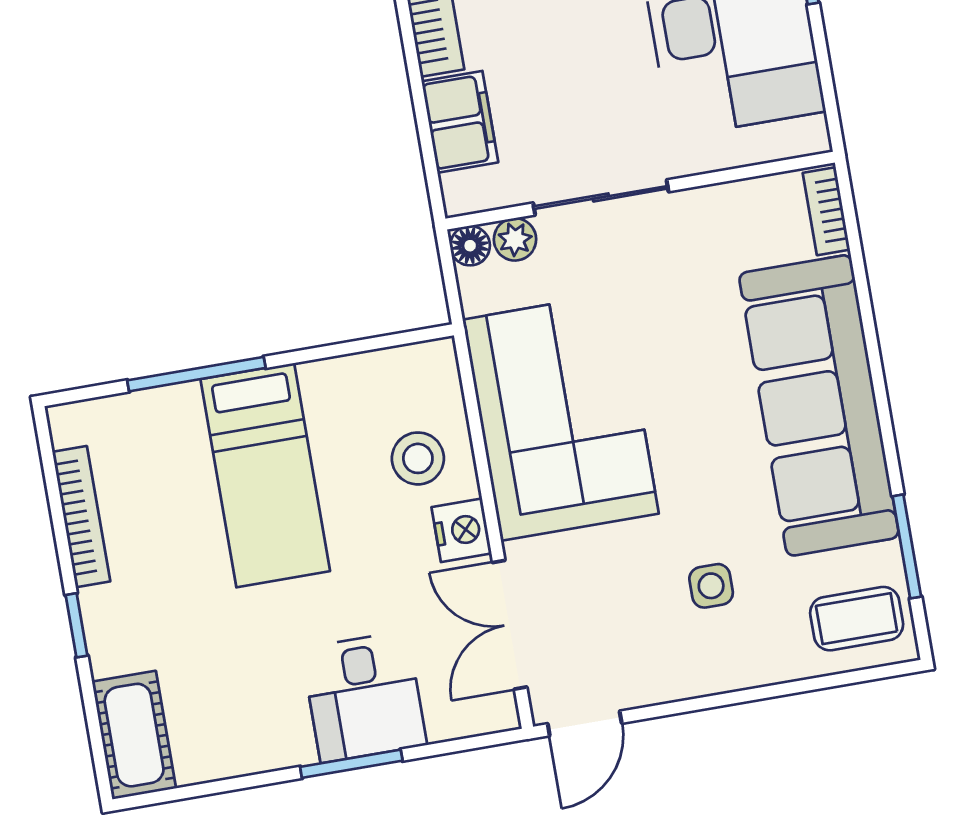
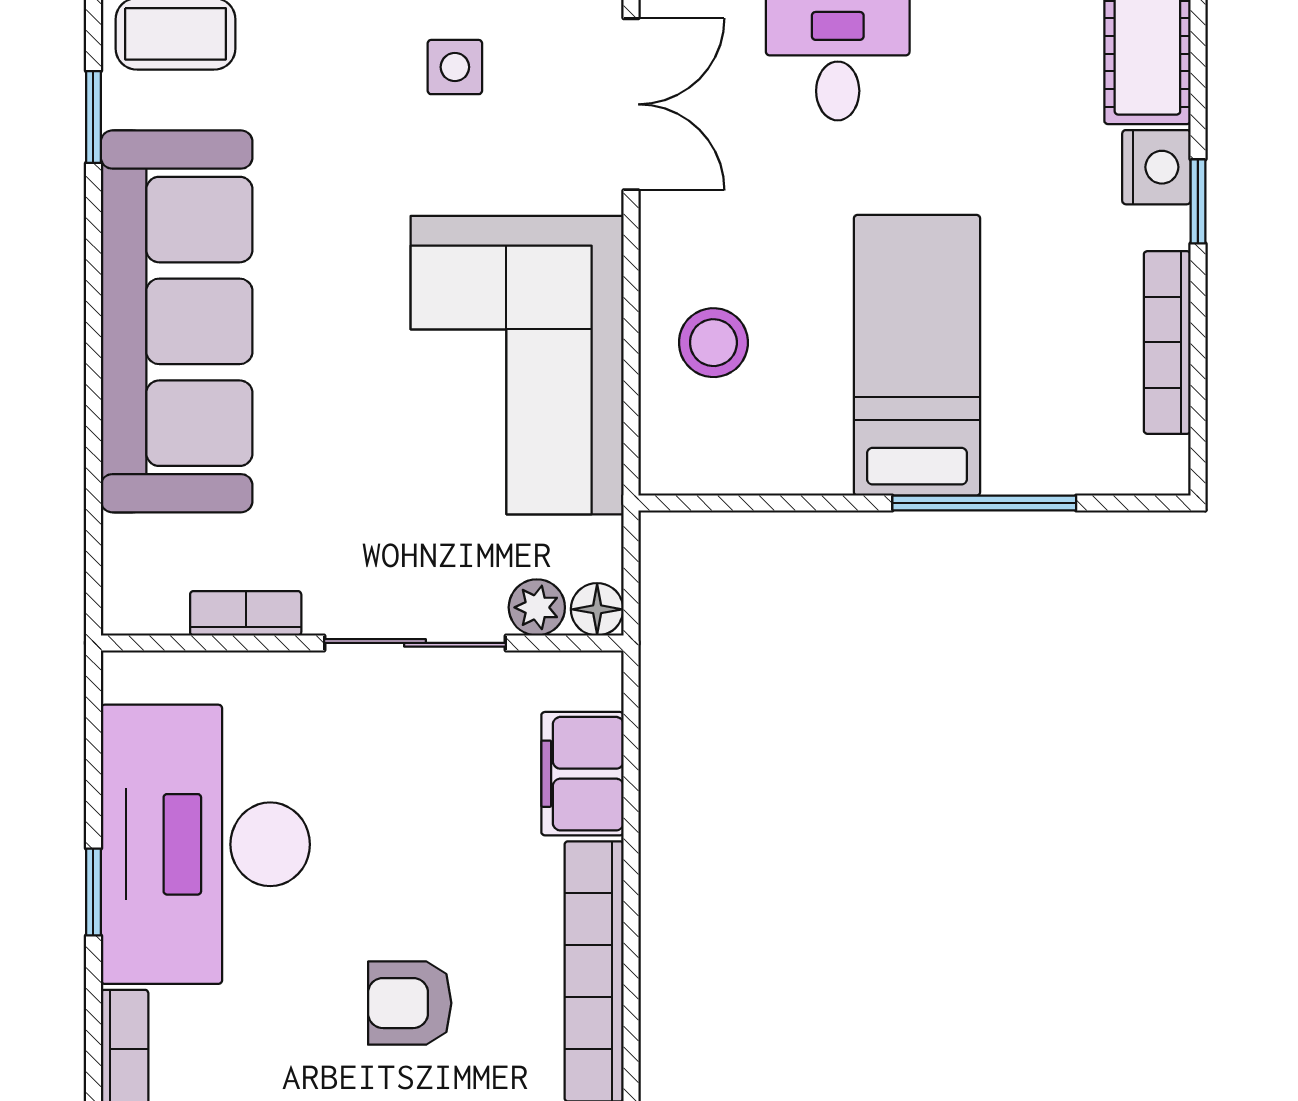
bookcase: (826, 211) -> (246, 613), moved, turned -90
nightstand: (462, 530) -> (1156, 167), moved, turned 180
window: (907, 546) -> (93, 117), width x0.67
side table: (711, 586) -> (455, 67), moved

